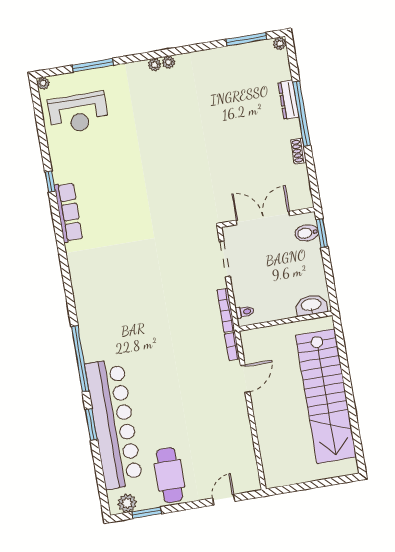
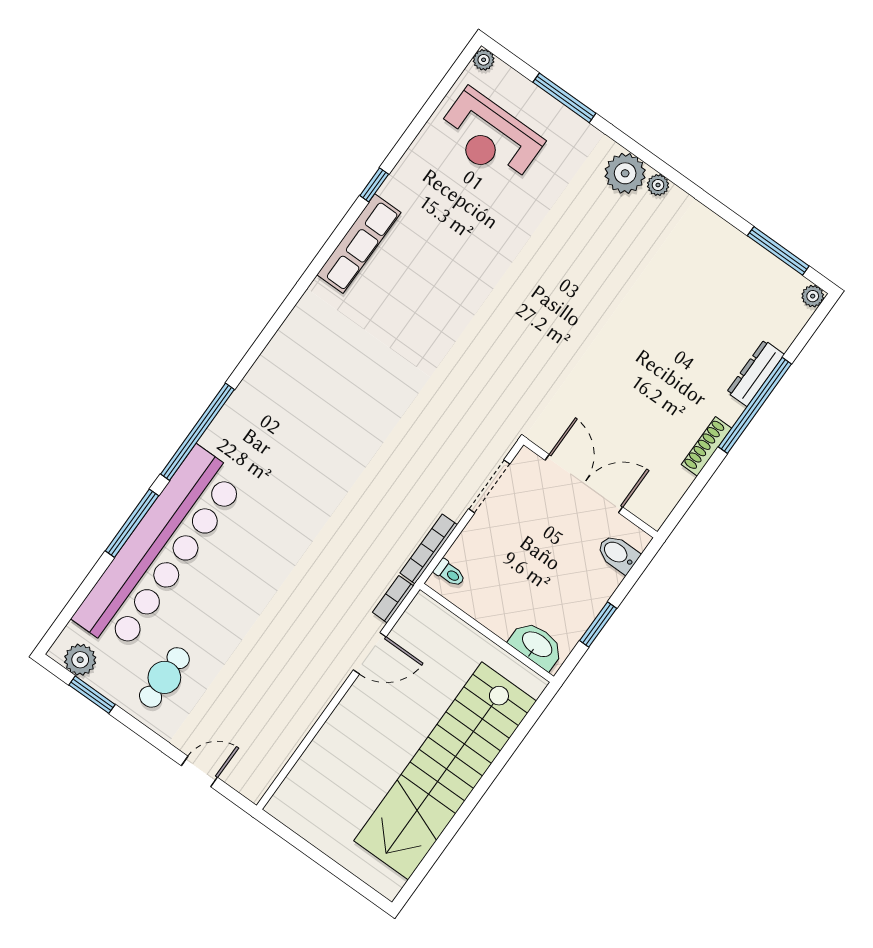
plant: (155, 65) -> (625, 173), width x1.88, depth x1.88
shoe rack: (299, 151) -> (706, 446), width x1.43
window: (322, 233) -> (598, 625), moved
window: (91, 424) -> (132, 523), width x1.44
cafe table: (170, 475) -> (164, 677), width x0.73, depth x0.74

